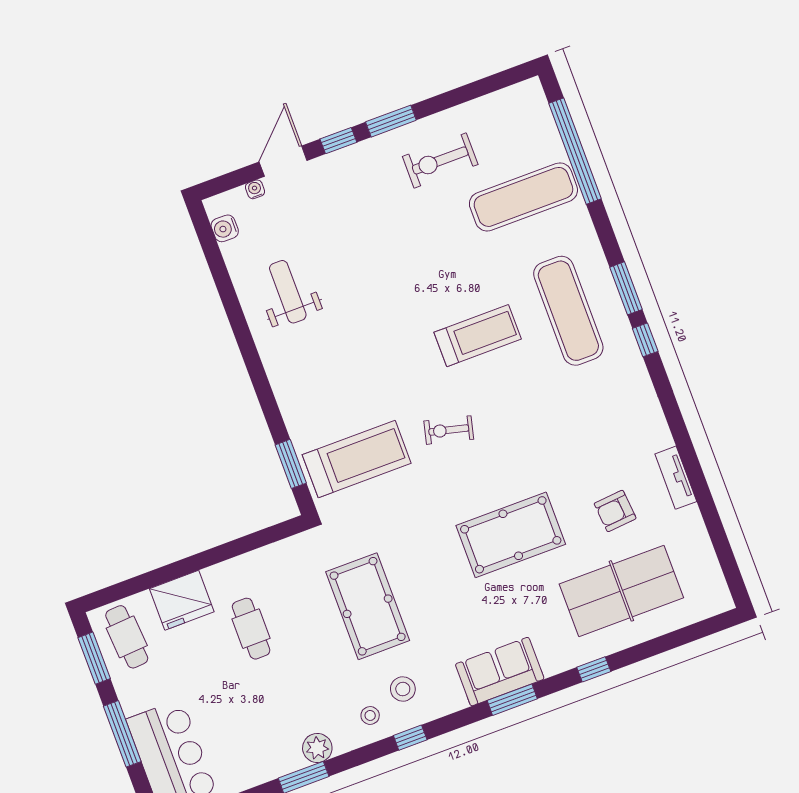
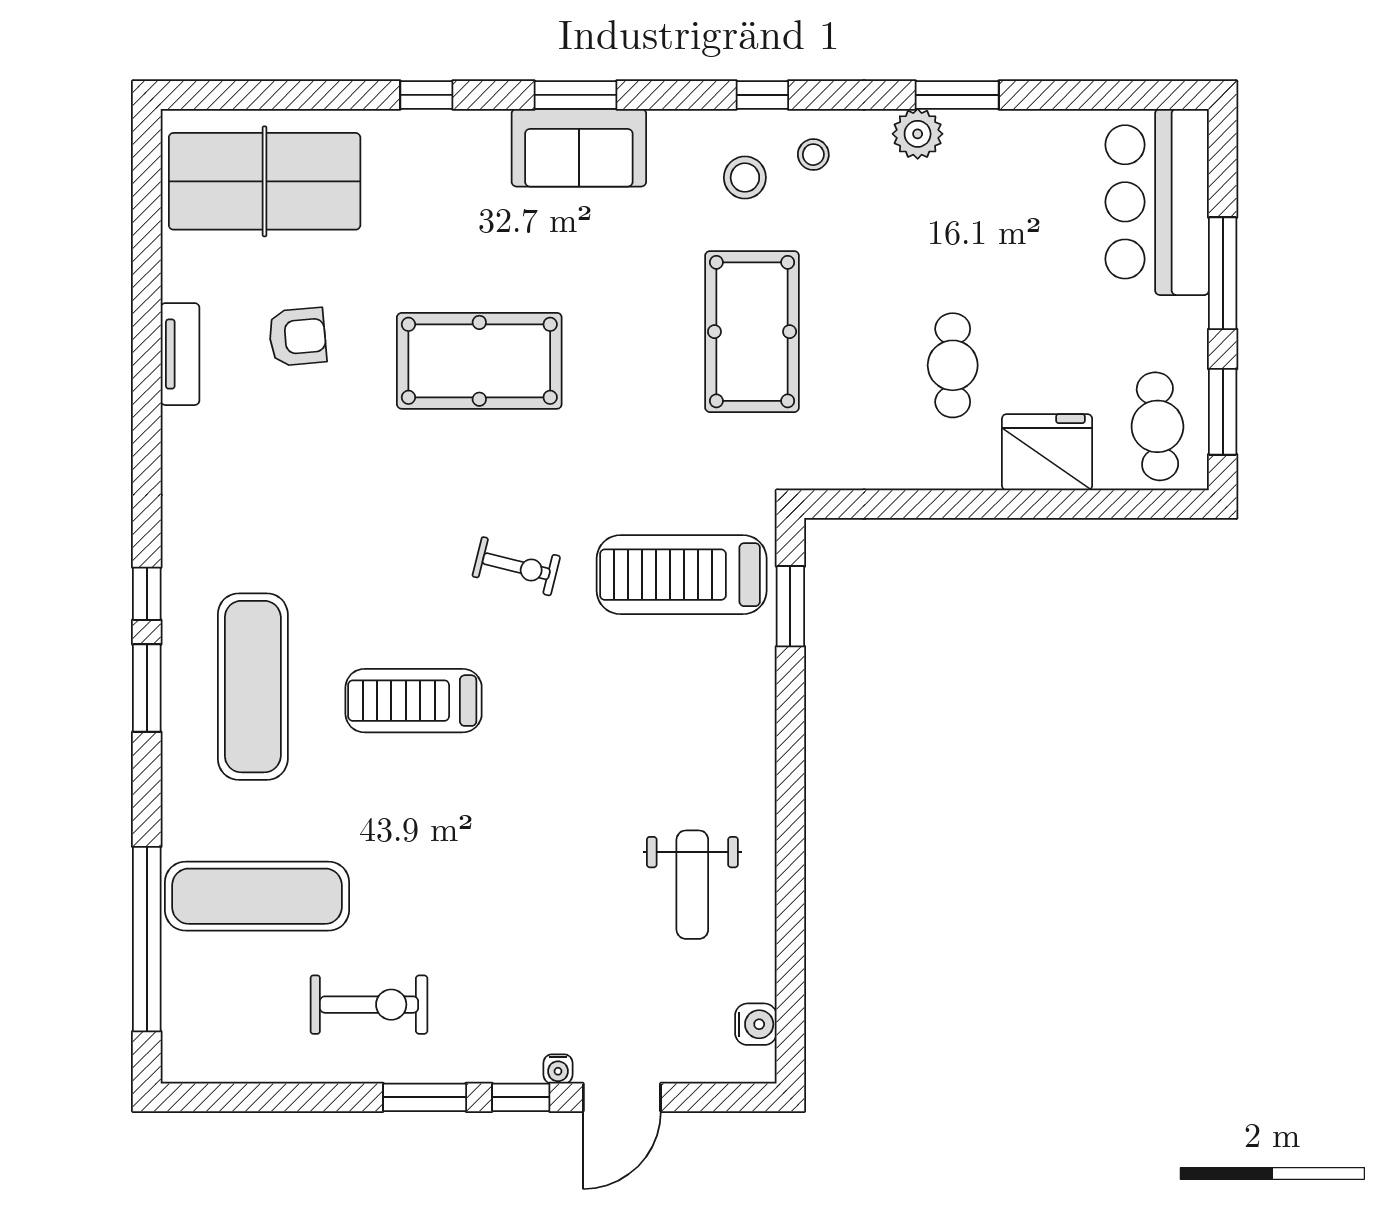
water cooler: (255, 189) -> (558, 1069), moved
table tennis table: (621, 591) -> (265, 181), moved

